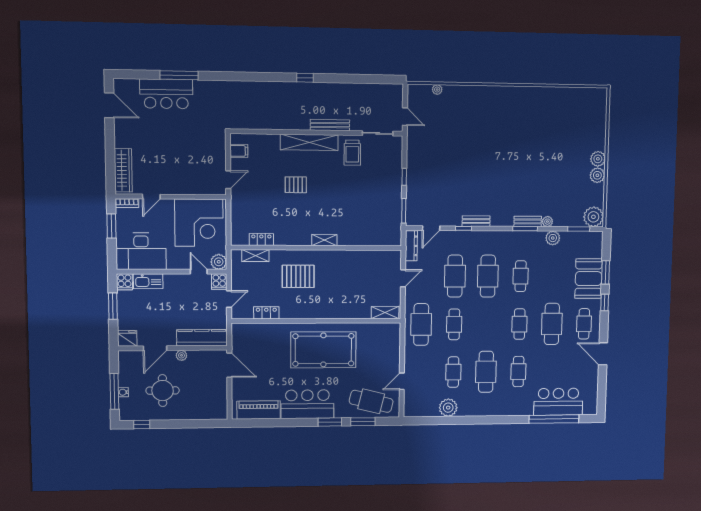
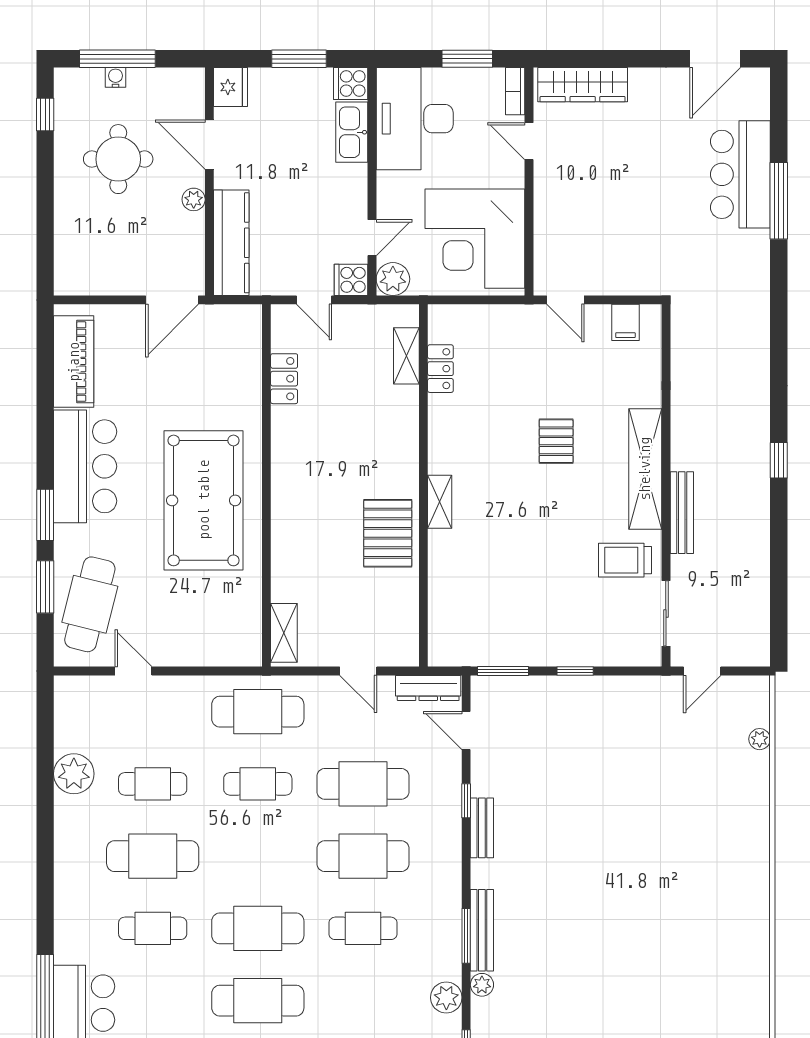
bench: (528, 221) -> (482, 930), width x1.36
pallet: (298, 276) -> (388, 533), moved
cafe table: (519, 324) -> (258, 928), width x1.37, depth x1.35

